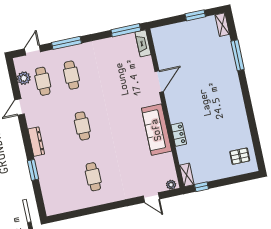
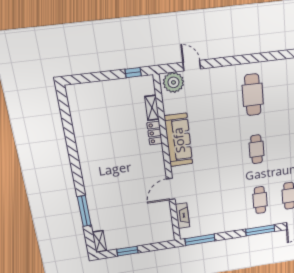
fireplace: (143, 43) -> (183, 216), moved
pallet: (240, 156) -> (86, 104), removed
shelving: (187, 175) -> (152, 108), moved
cafe table: (93, 177) -> (253, 95), width x1.37, depth x1.35
plant: (171, 185) -> (173, 82), width x1.87, depth x1.87

